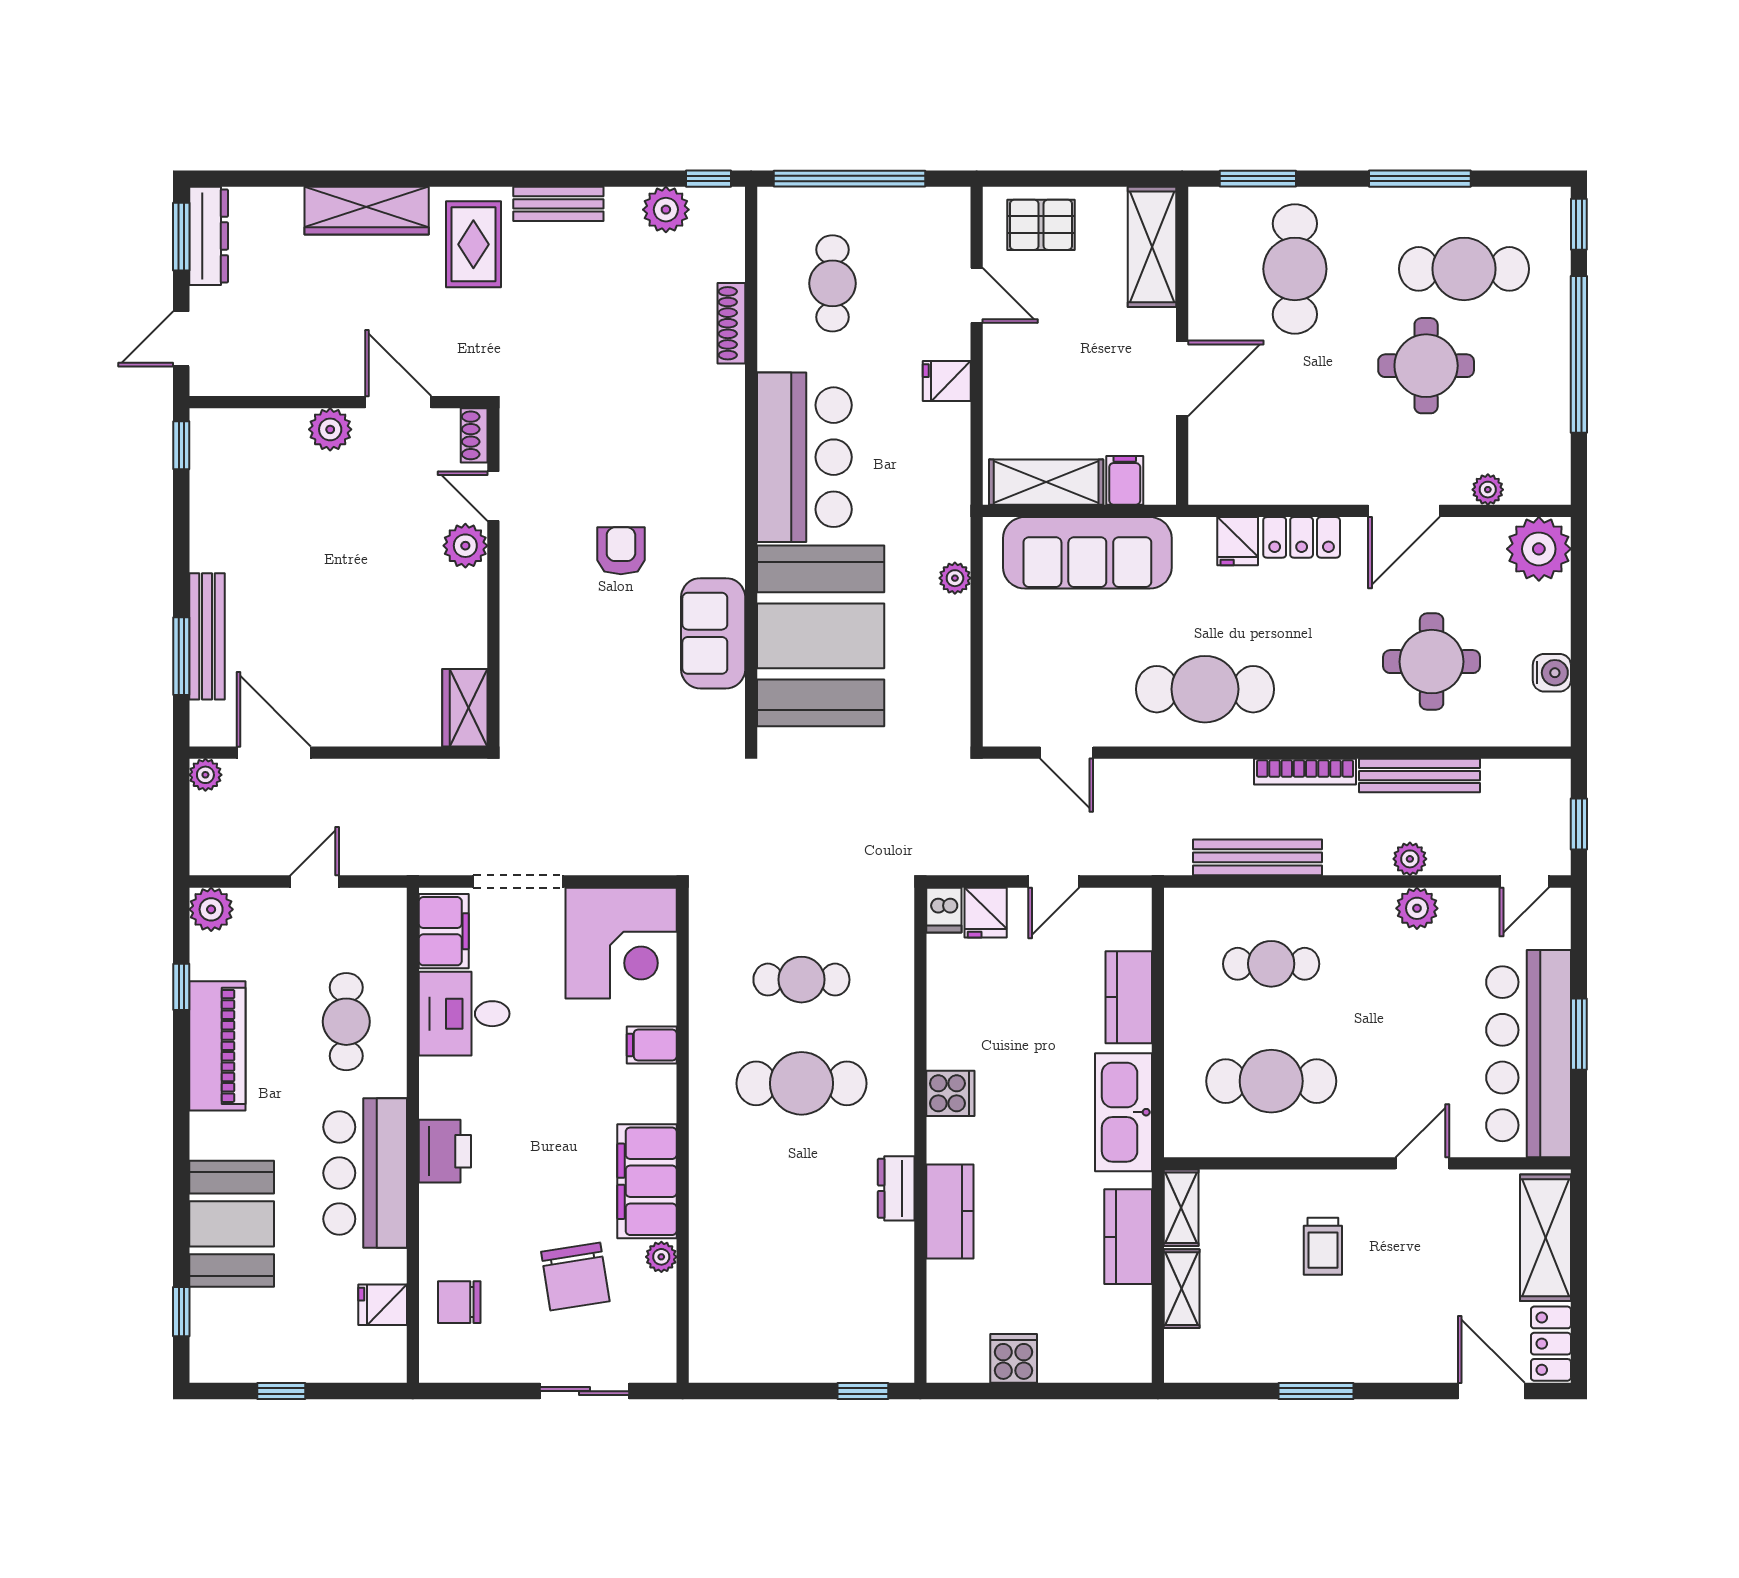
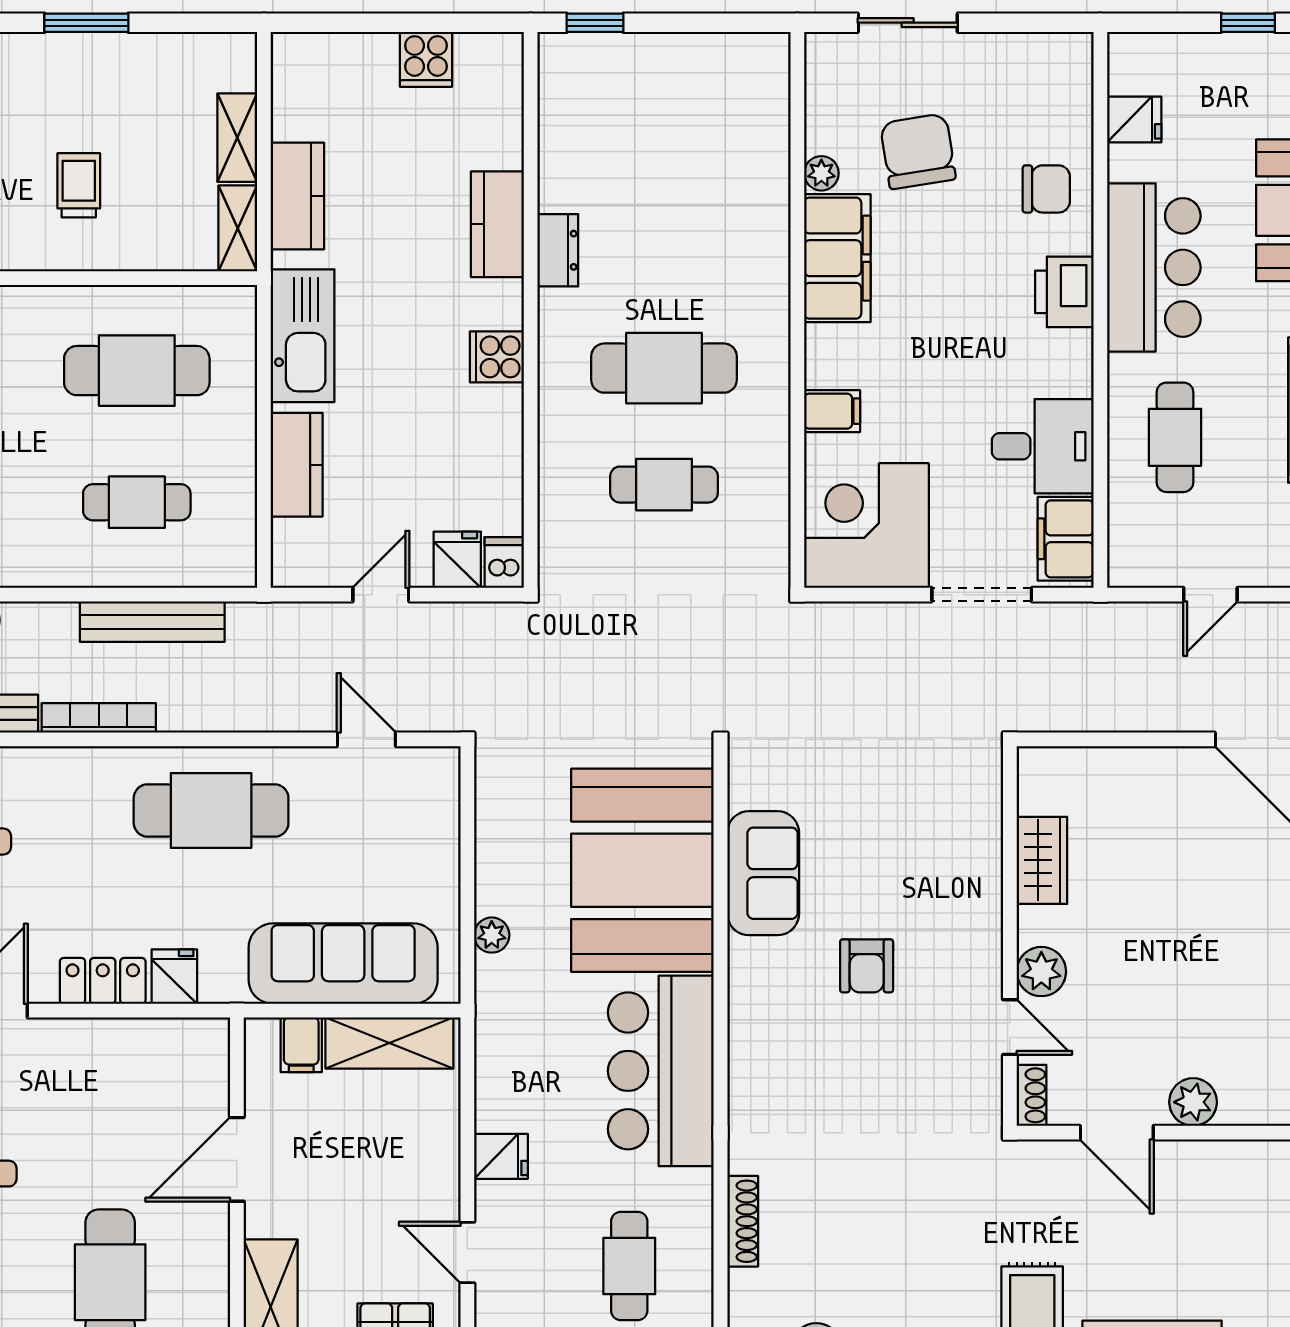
wardrobe: (465, 708) -> (1042, 860), moved
chair: (459, 1302) -> (1046, 189), moved

